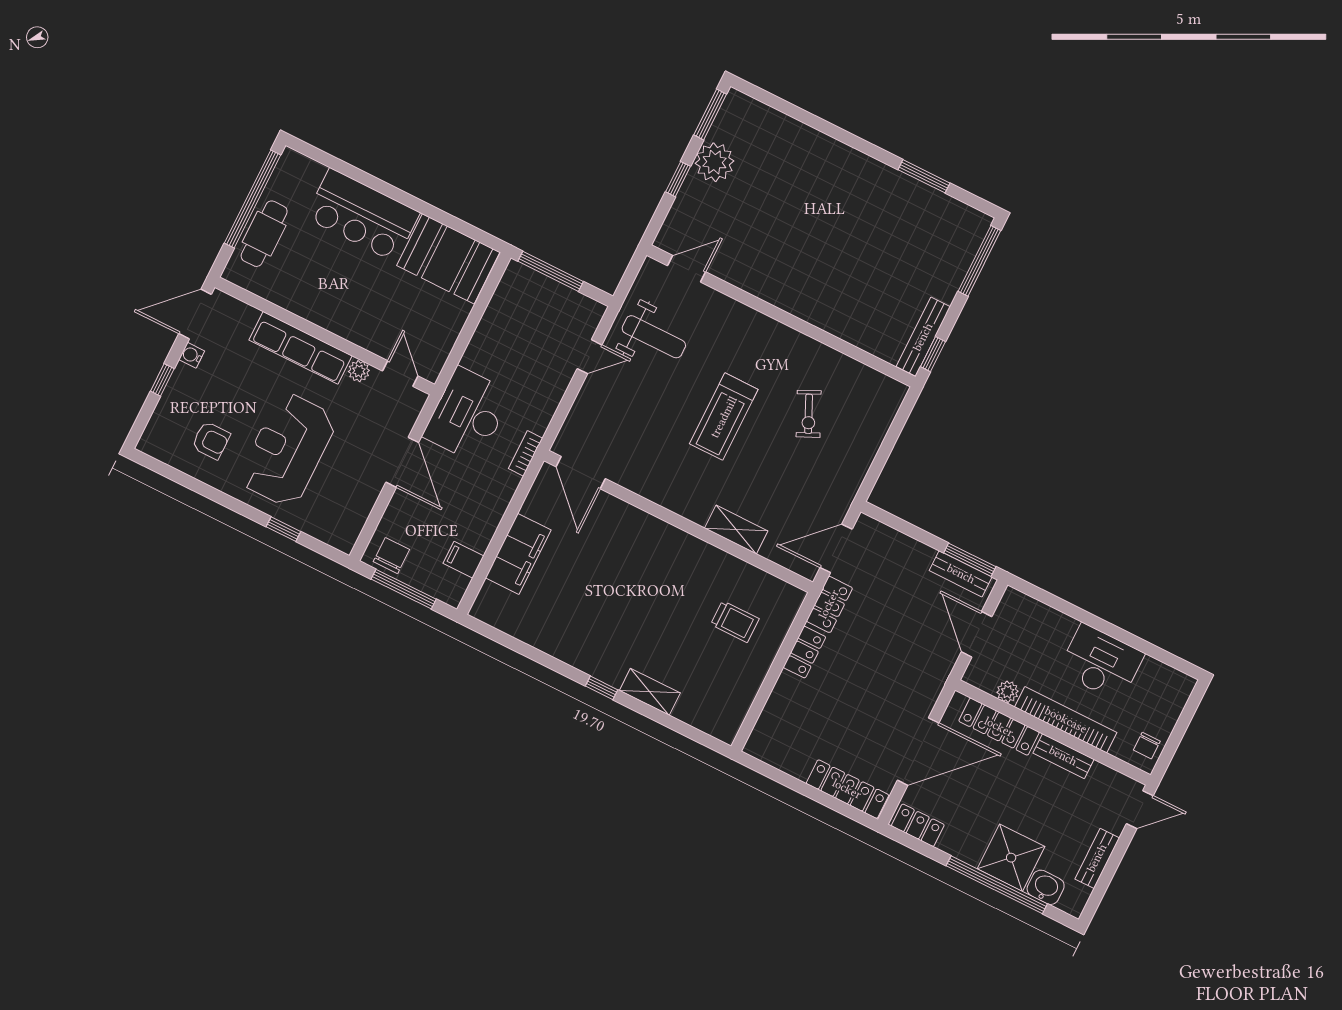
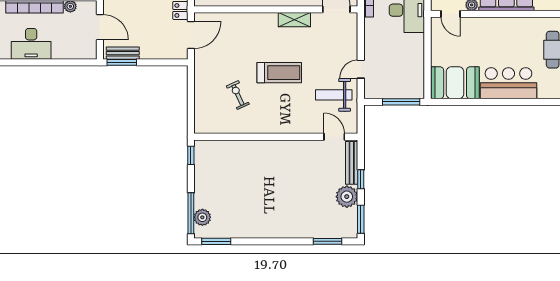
window: (782, 105) -> (328, 241), added
window: (924, 176) -> (216, 241), moved
plant: (964, 245) -> (202, 217), added
door: (687, 269) -> (334, 137), swing flipped
bench: (923, 337) -> (352, 163), moved
treadmill: (724, 417) -> (279, 73), turned 90
shelving: (736, 530) -> (294, 20), moved

